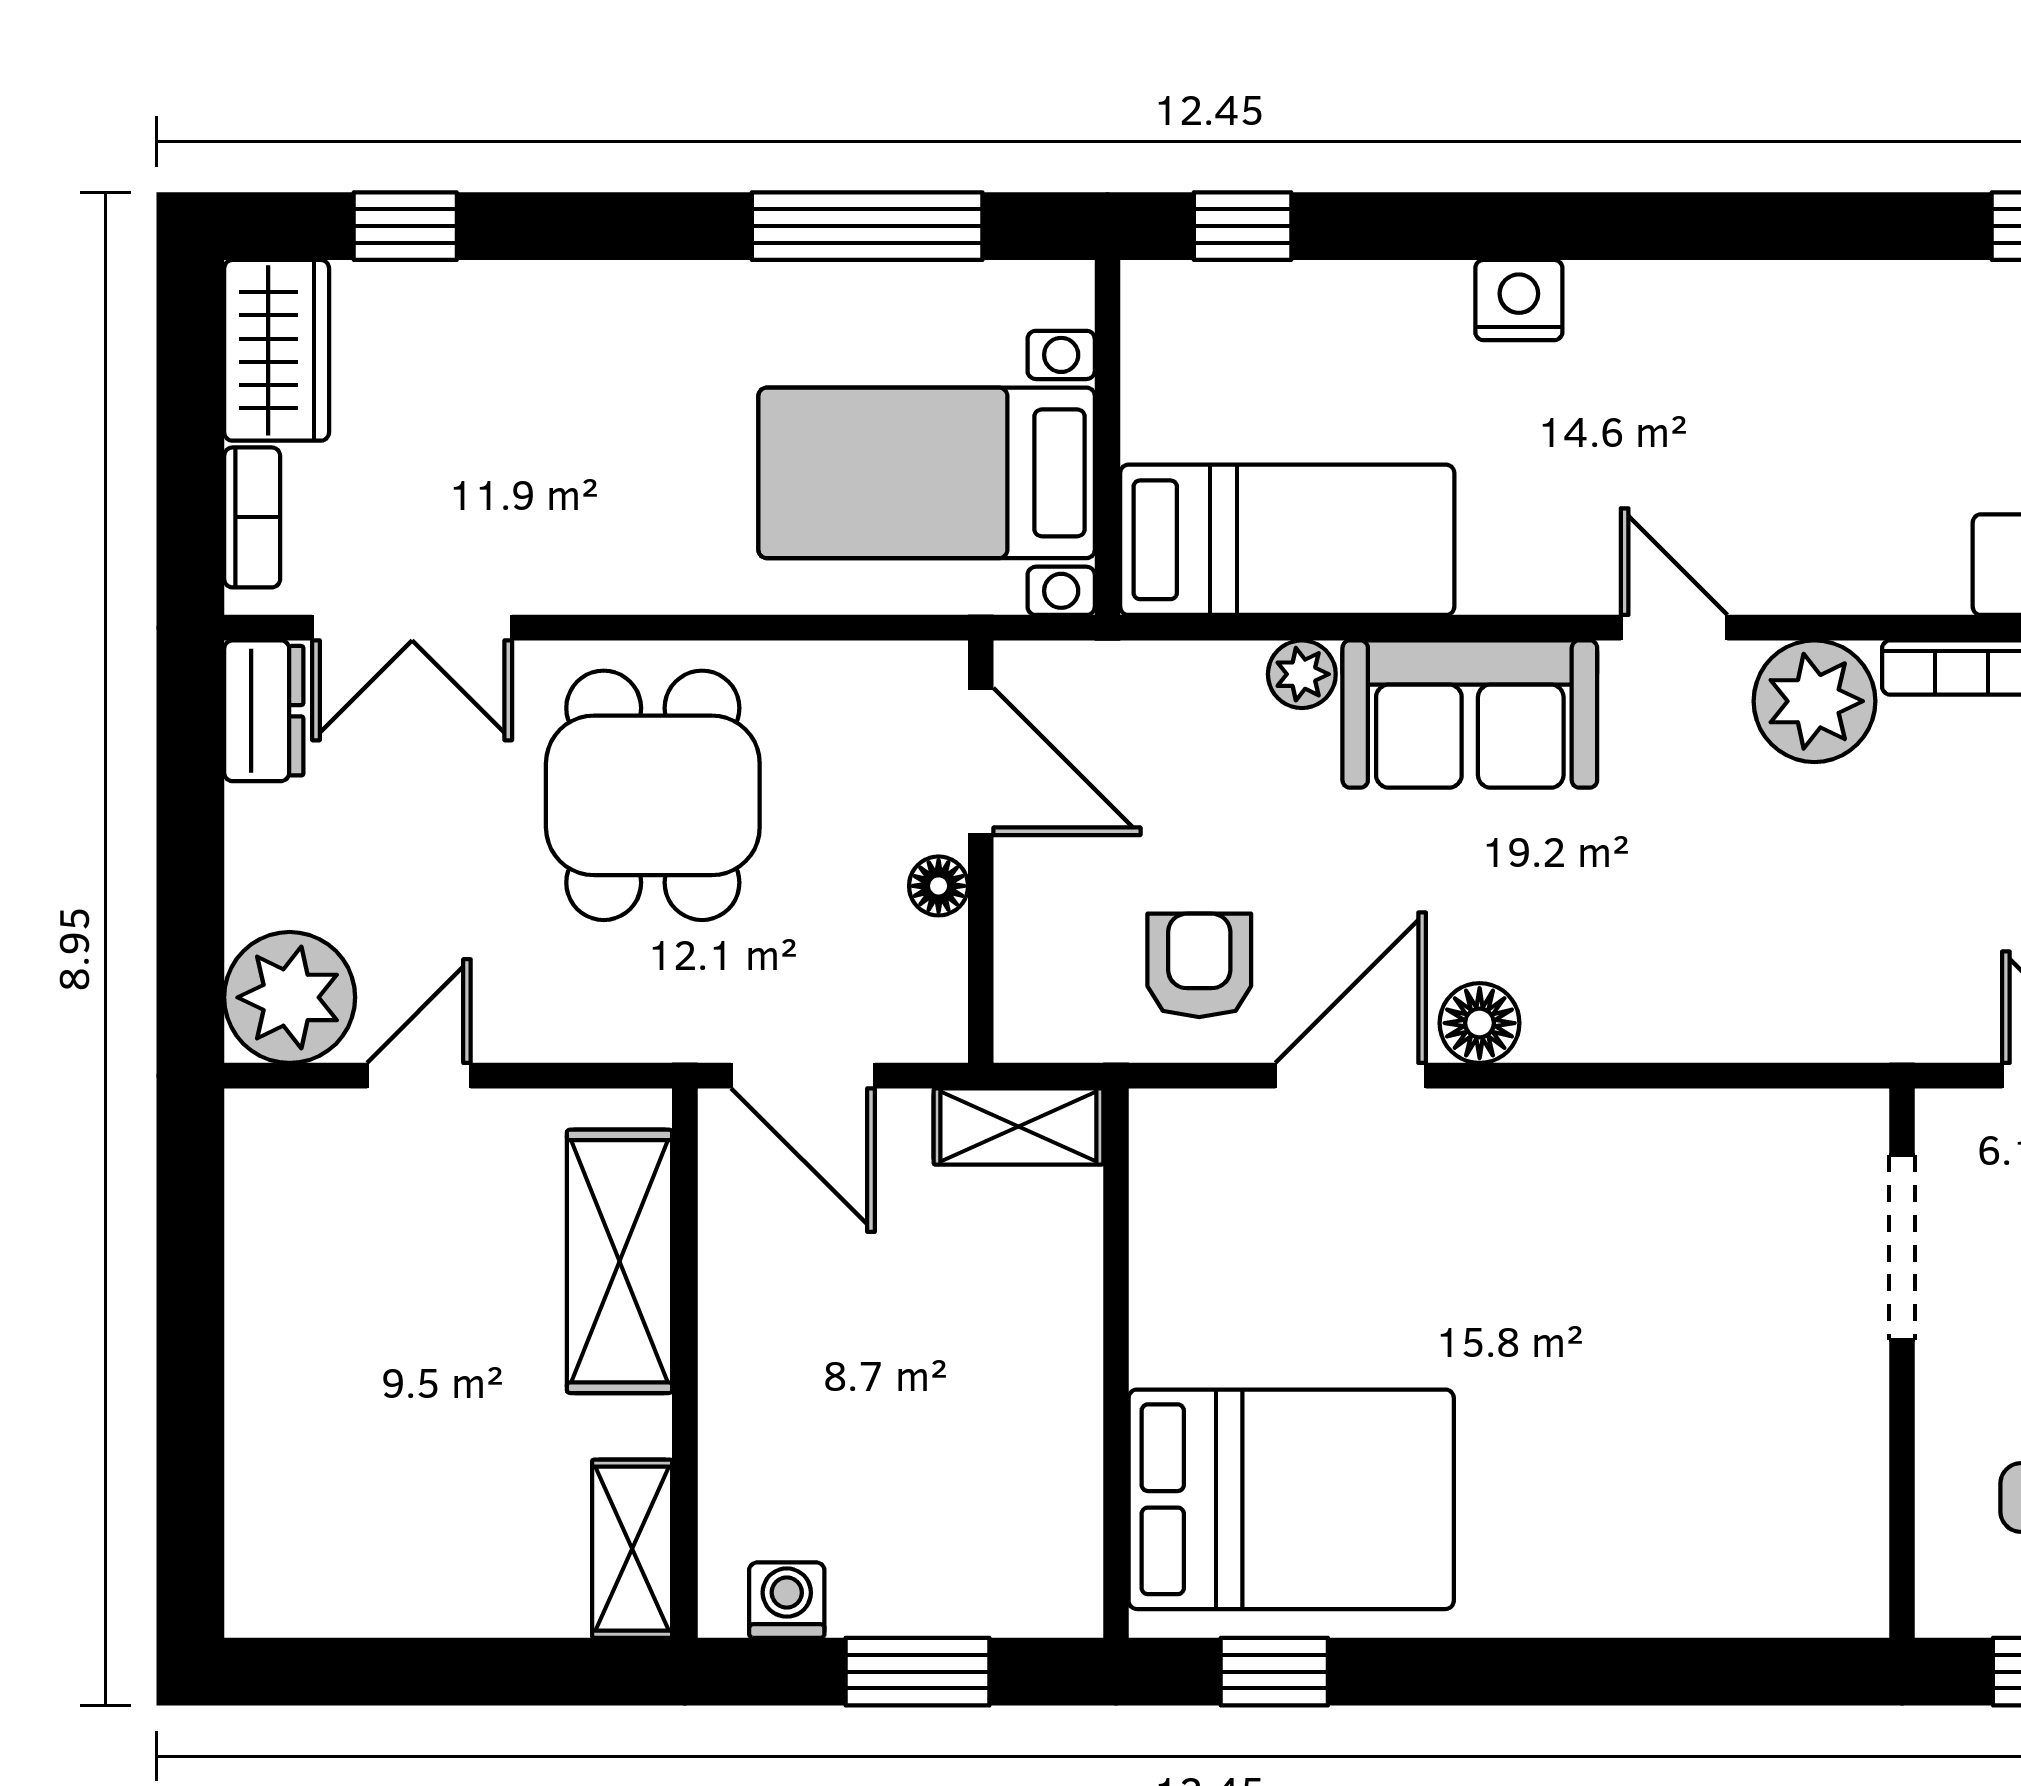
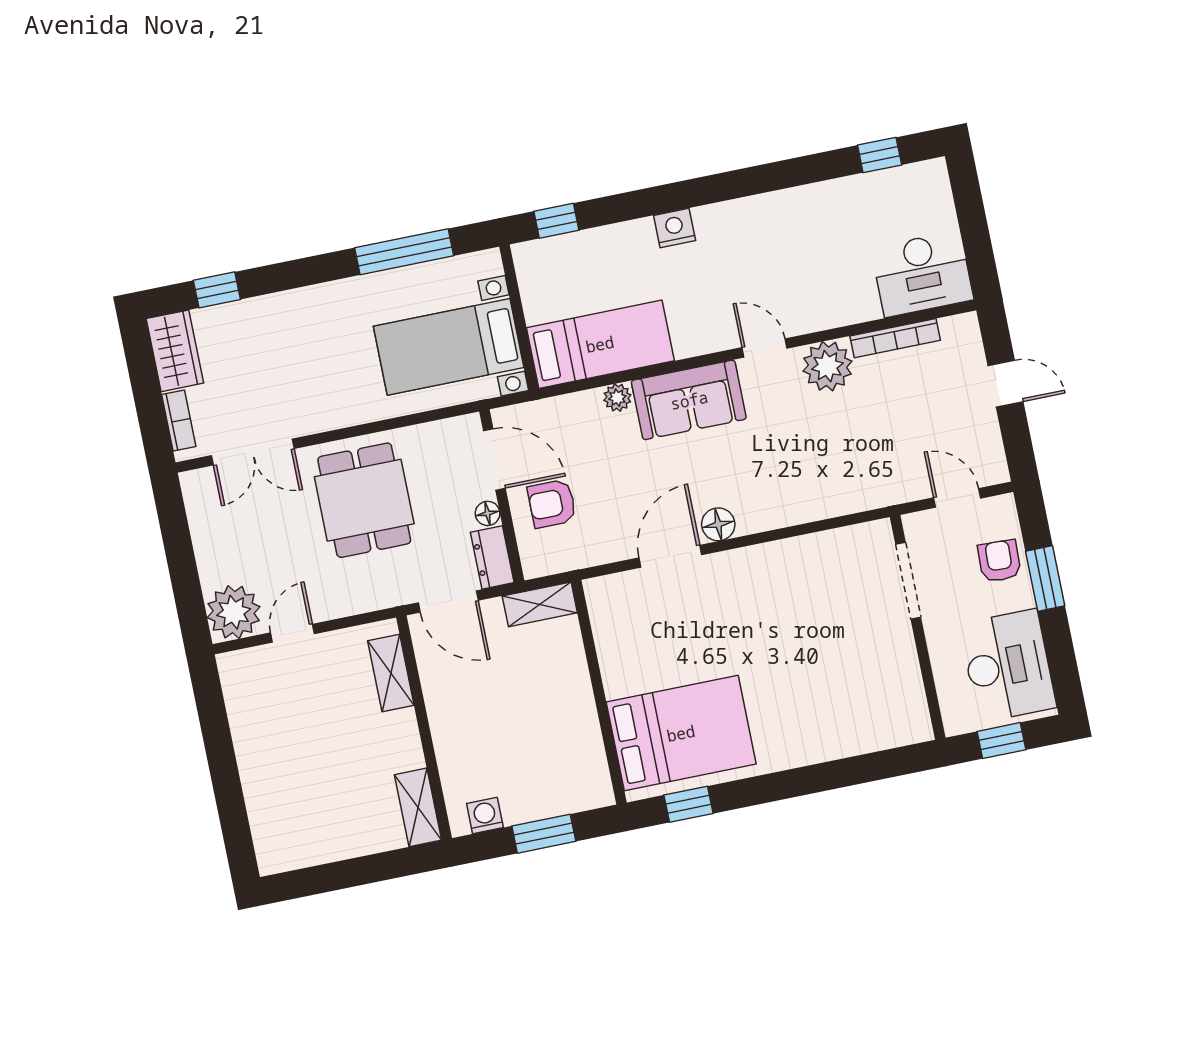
dresser: (264, 711) -> (492, 557), moved, turned 180
armchair: (1199, 965) -> (552, 504), moved, turned -90
shelving: (620, 1261) -> (391, 673), width x0.67, depth x0.75

